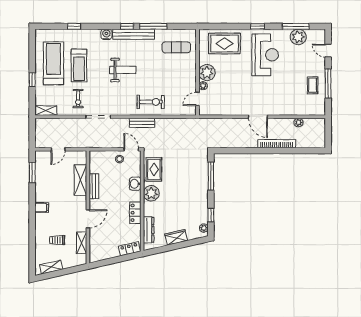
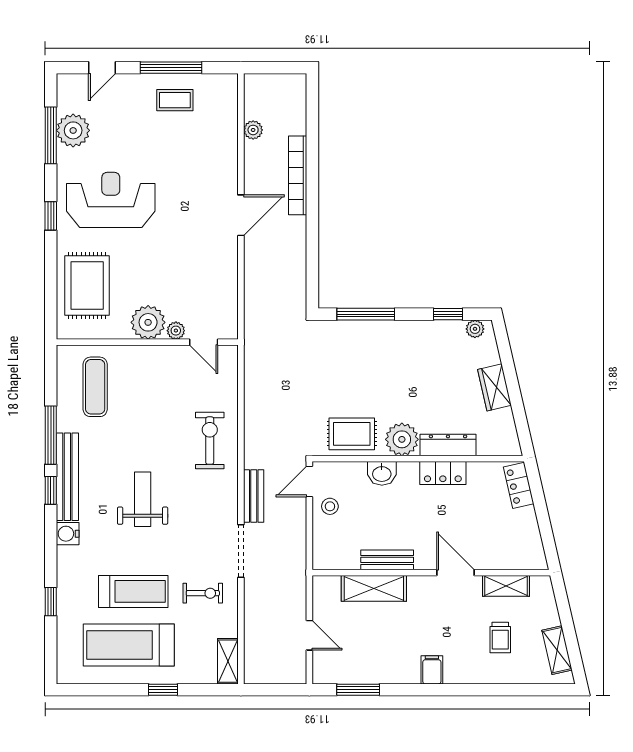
bench: (142, 123) -> (254, 496), moved
dresser: (149, 230) -> (448, 445), moved

